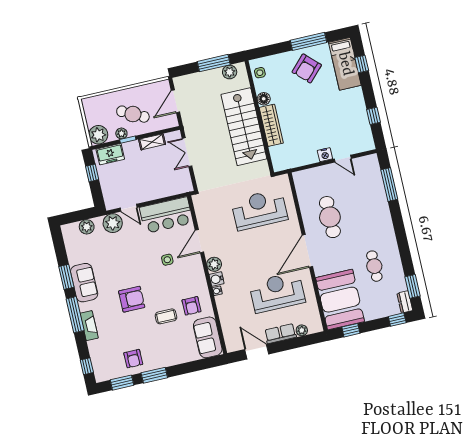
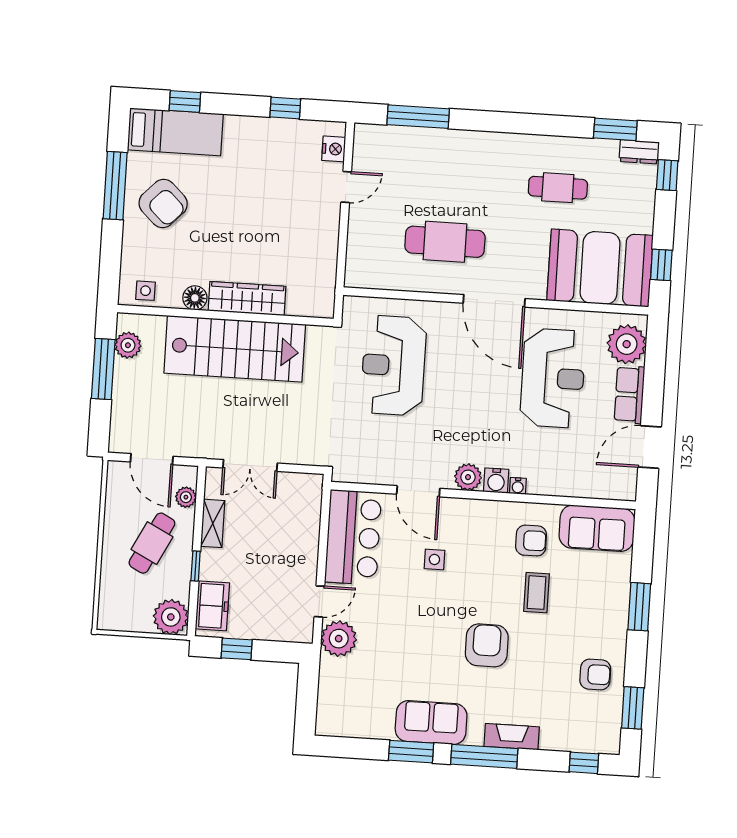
plant: (121, 133) -> (186, 497), moved
nightstand: (325, 155) -> (334, 149), moved
plant: (87, 227) -> (331, 688), removed
reception desk: (277, 292) -> (553, 378), turned 180
plant: (302, 330) -> (627, 344), width x1.87, depth x1.87
window: (154, 375) -> (639, 607), moved

